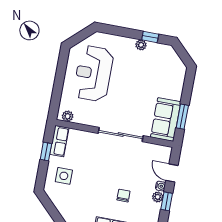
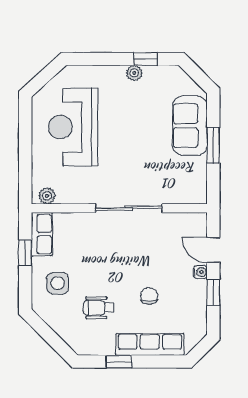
window: (182, 117) -> (213, 145), moved
sofa: (166, 119) -> (190, 126), moved
wheelchair: (88, 197) -> (99, 308), added
plant: (158, 197) -> (199, 289), removed

